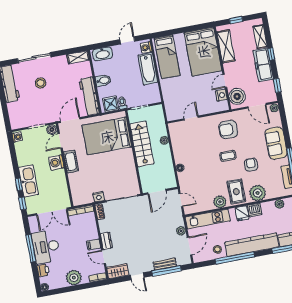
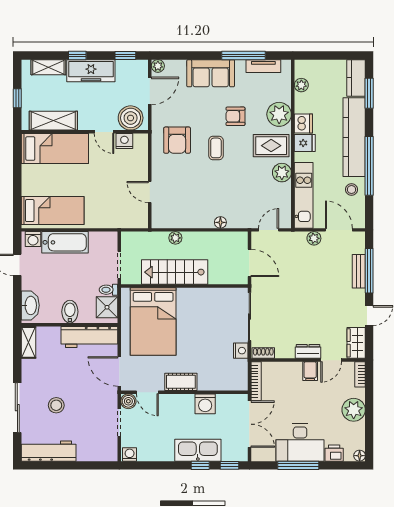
bed: (203, 52) -> (55, 149), width x0.67
washing machine: (56, 162) -> (205, 404), moved

